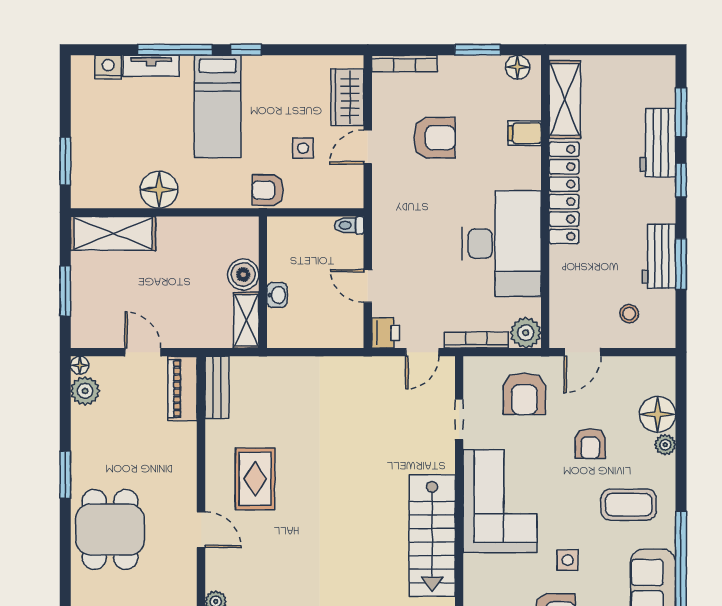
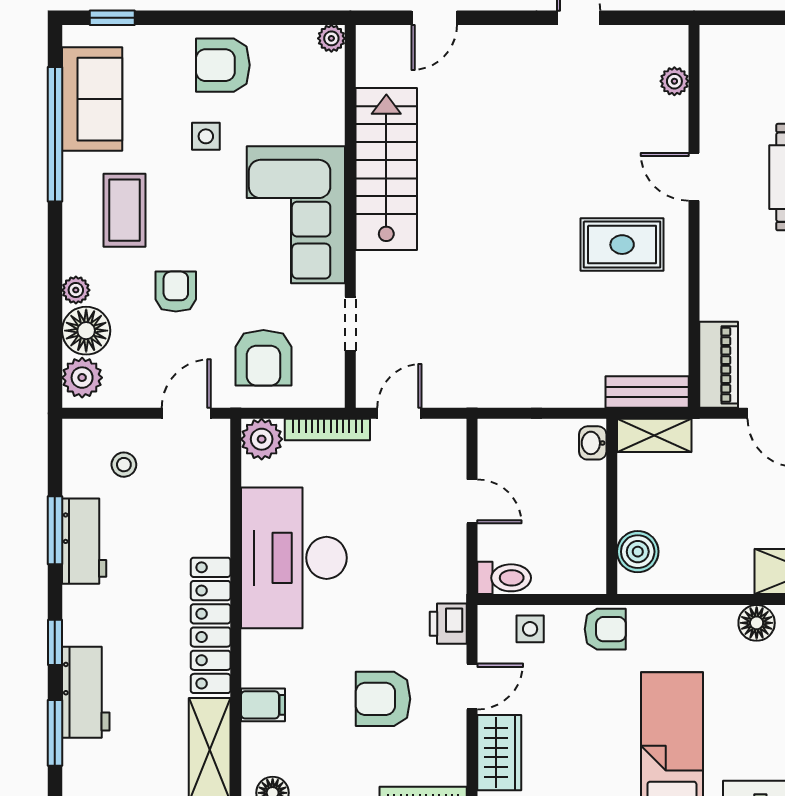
side table: (303, 148) -> (530, 629), moved
floor lamp: (159, 190) -> (757, 623), width x0.73, depth x0.73
toilet: (349, 225) -> (504, 578), width x1.37, depth x1.39
boiler: (243, 275) -> (638, 552), moved
washbasin: (277, 295) -> (593, 443), moved
shelving: (246, 320) -> (654, 435), moved, turned 90
printer: (386, 333) -> (448, 624), moved
plant: (661, 379) -> (82, 378), added
bench: (217, 387) -> (647, 392), moved, turned 90
armchair: (524, 394) -> (263, 358), turned 180
rug: (255, 479) -> (622, 245), turned 90
coffee table: (629, 505) -> (125, 210), turned 90

